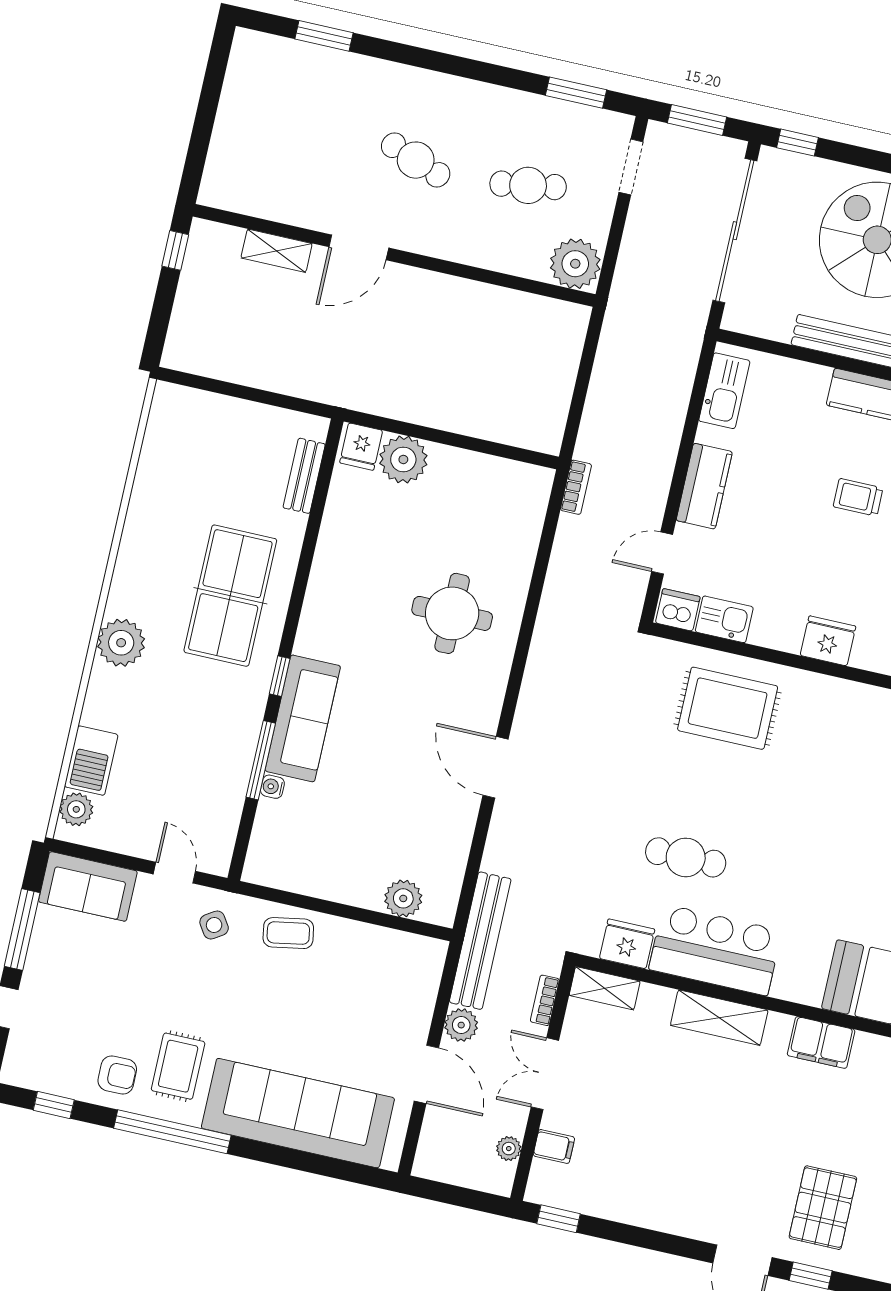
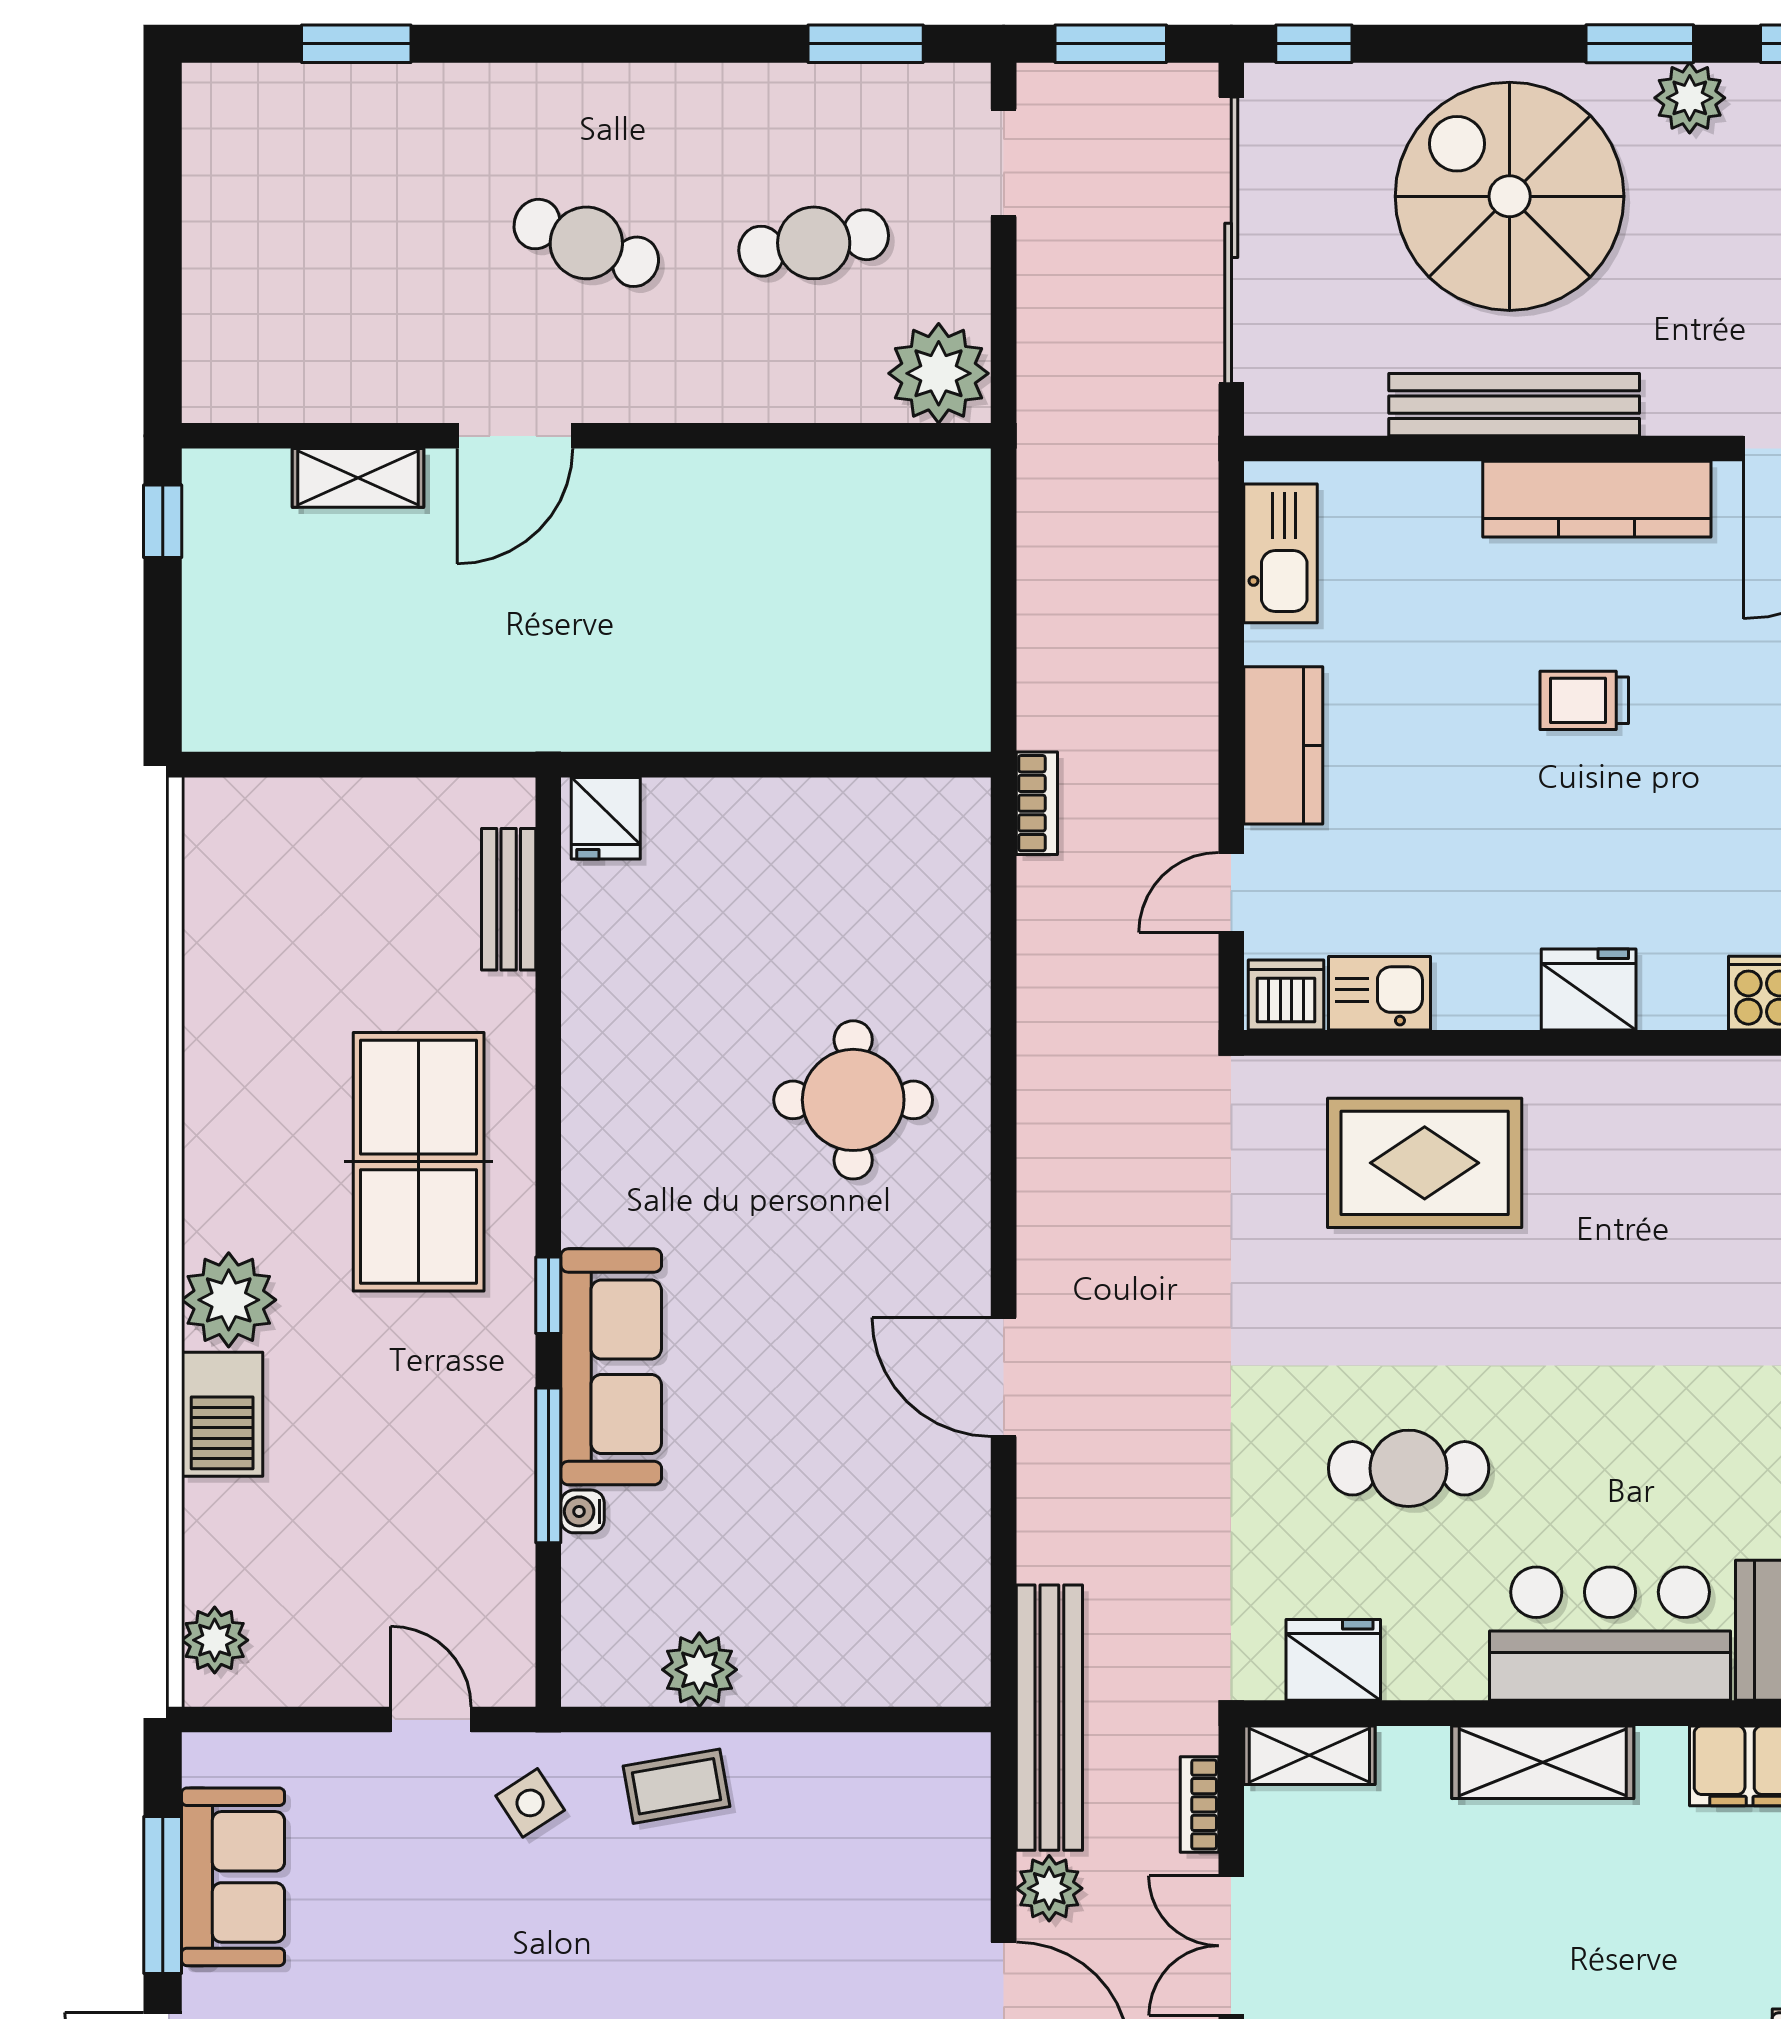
plant: (403, 459) -> (693, 825), removed
barbecue: (91, 761) -> (222, 1414), moved
sofa: (88, 886) -> (233, 1877), moved, turned -90
plant: (403, 898) -> (699, 1670), moved
bar counter: (715, 950) -> (1610, 1634), moved

